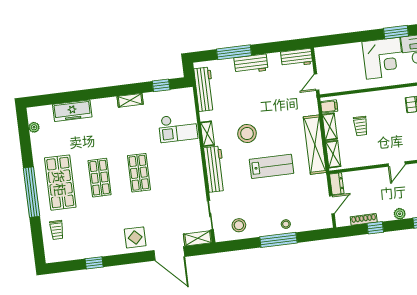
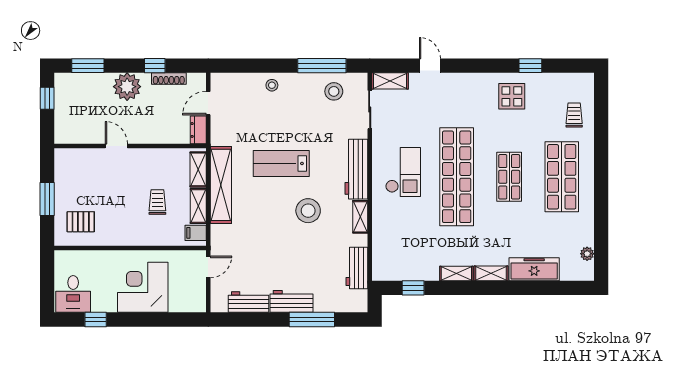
window: (396, 32) -> (96, 320), width x0.67
workbench: (297, 58) -> (248, 302), moved
corner desk: (383, 58) -> (143, 287), moved
workbench: (204, 89) -> (357, 268), width x0.73
shelving: (104, 104) -> (491, 273), added
checkout: (178, 128) -> (403, 172), moved, turned 90
door: (397, 164) -> (116, 146), hinge flipped
shop shelf: (139, 173) -> (457, 177), width x2.00, depth x1.36
window: (32, 192) -> (601, 169), removed
plant: (400, 214) -> (127, 87), width x1.88, depth x1.88
display table: (135, 237) -> (512, 96), moved
window: (278, 240) -> (322, 66), moved
door: (169, 253) -> (430, 66), width x0.53

